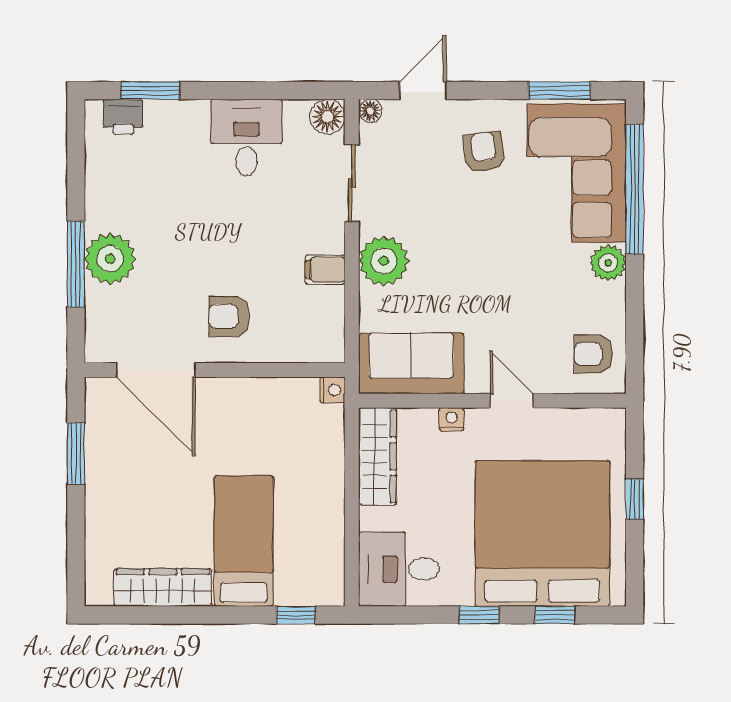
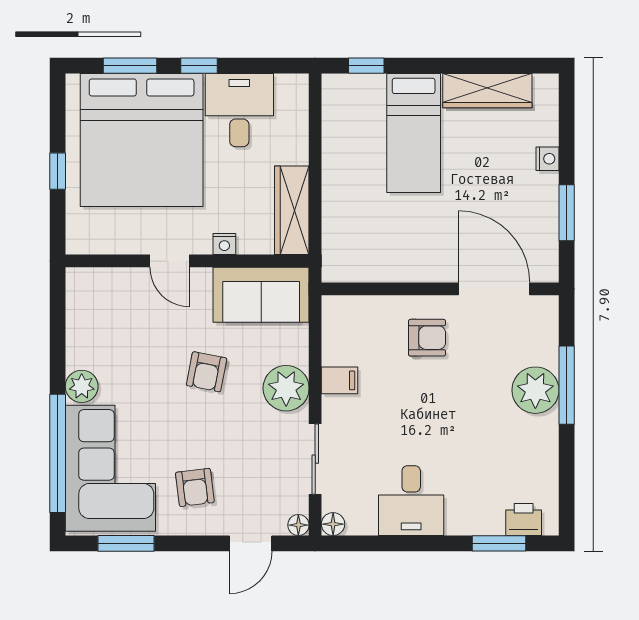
floor lamp: (328, 116) -> (333, 524), width x0.73, depth x0.73
armchair: (593, 354) -> (207, 372), moved, turned 101
nightstand: (333, 390) -> (548, 159), moved, turned 180
desk: (399, 569) -> (239, 110), moved, turned -90
window: (555, 615) -> (130, 66), width x1.50

